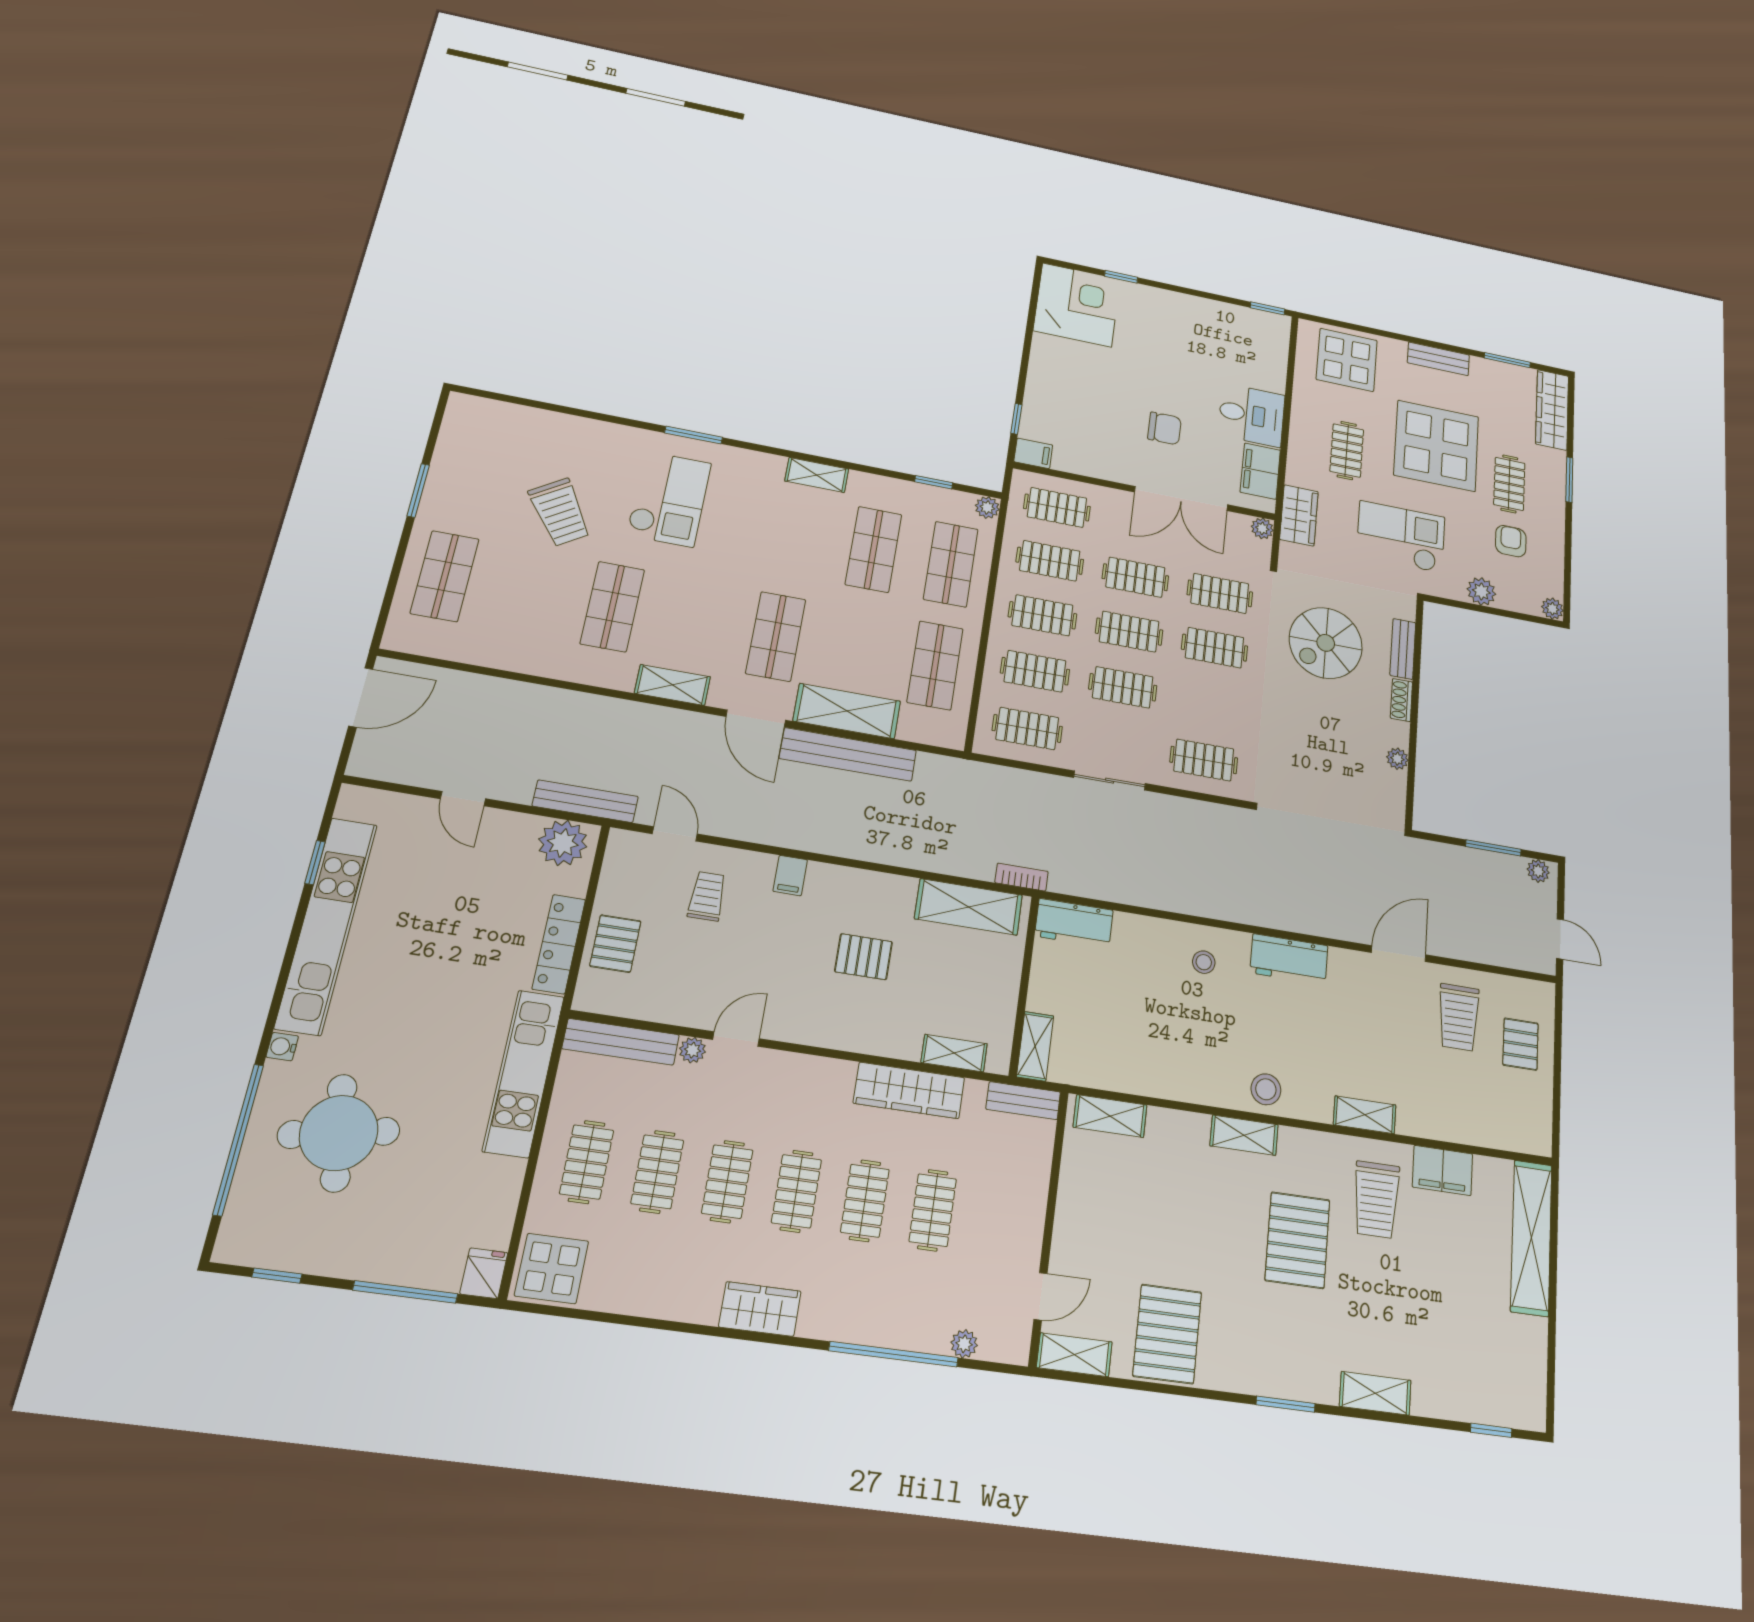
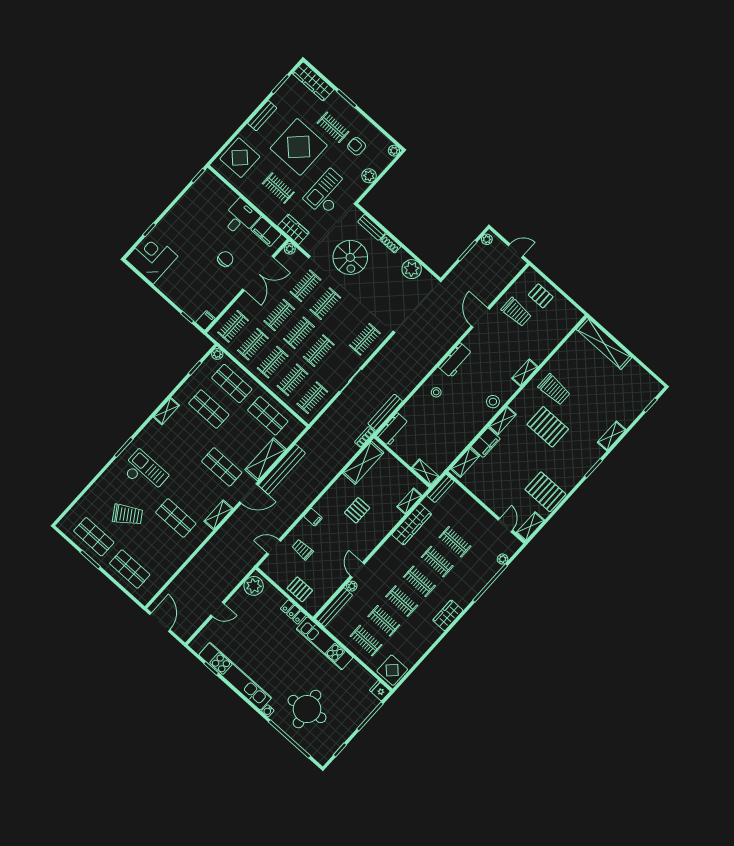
shop shelf: (472, 473) -> (94, 537), added
plant: (1397, 759) -> (412, 269), width x1.88, depth x1.88
bench: (585, 801) -> (385, 412), moved
locker: (559, 944) -> (293, 612), width x0.66
filing cabinet: (1442, 1170) -> (486, 443), moved

